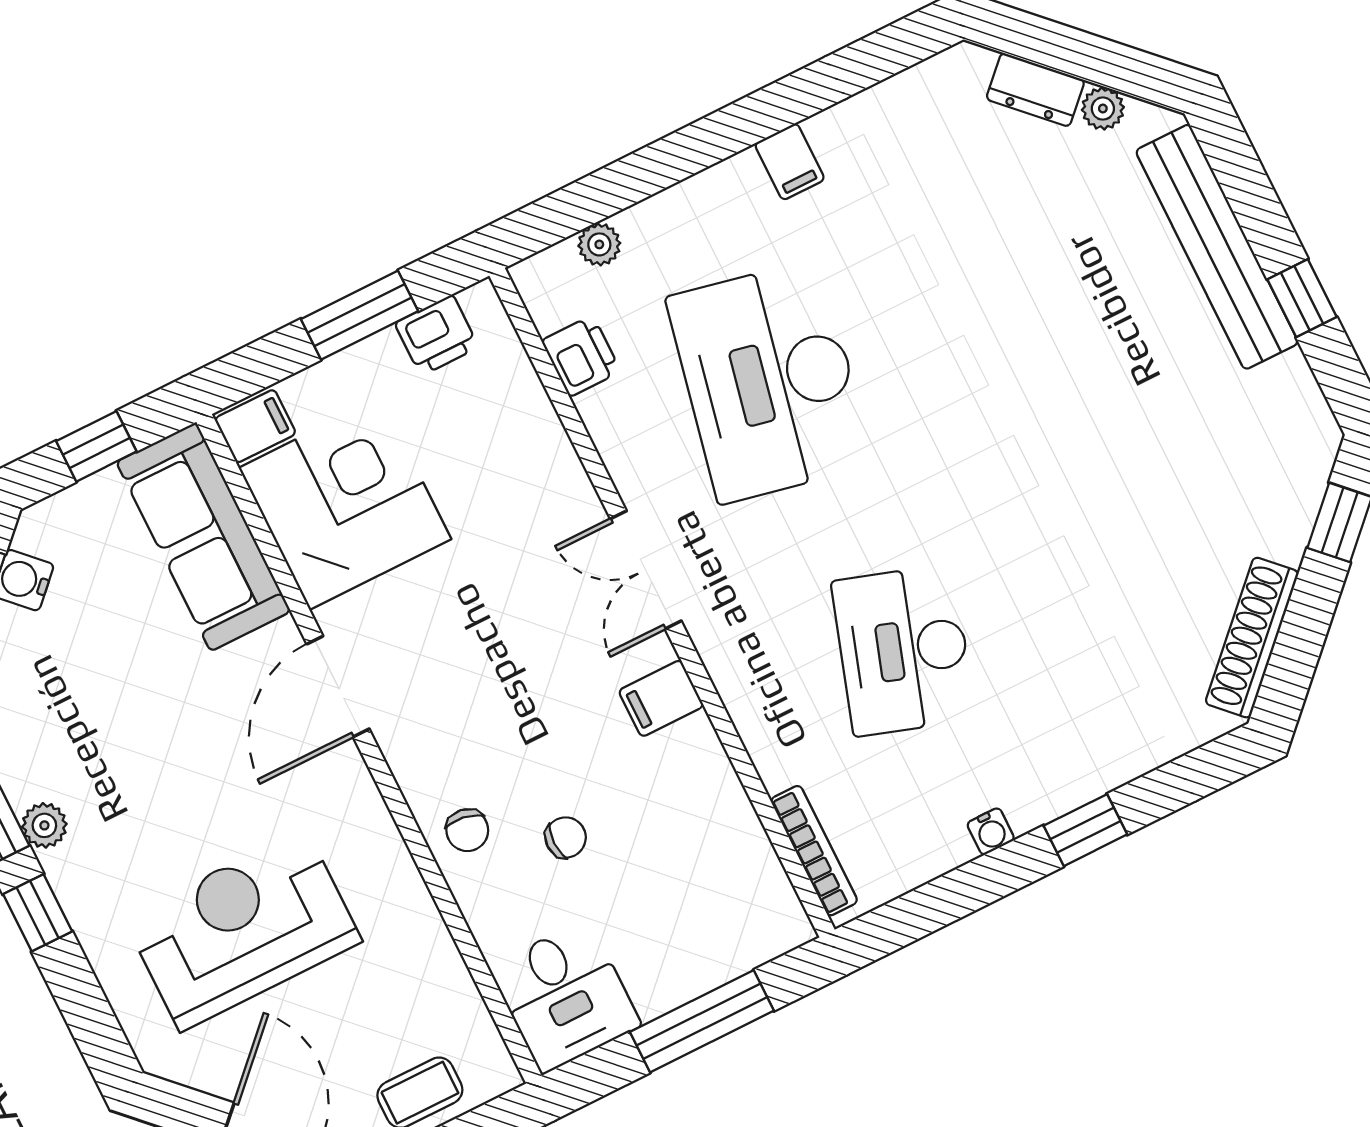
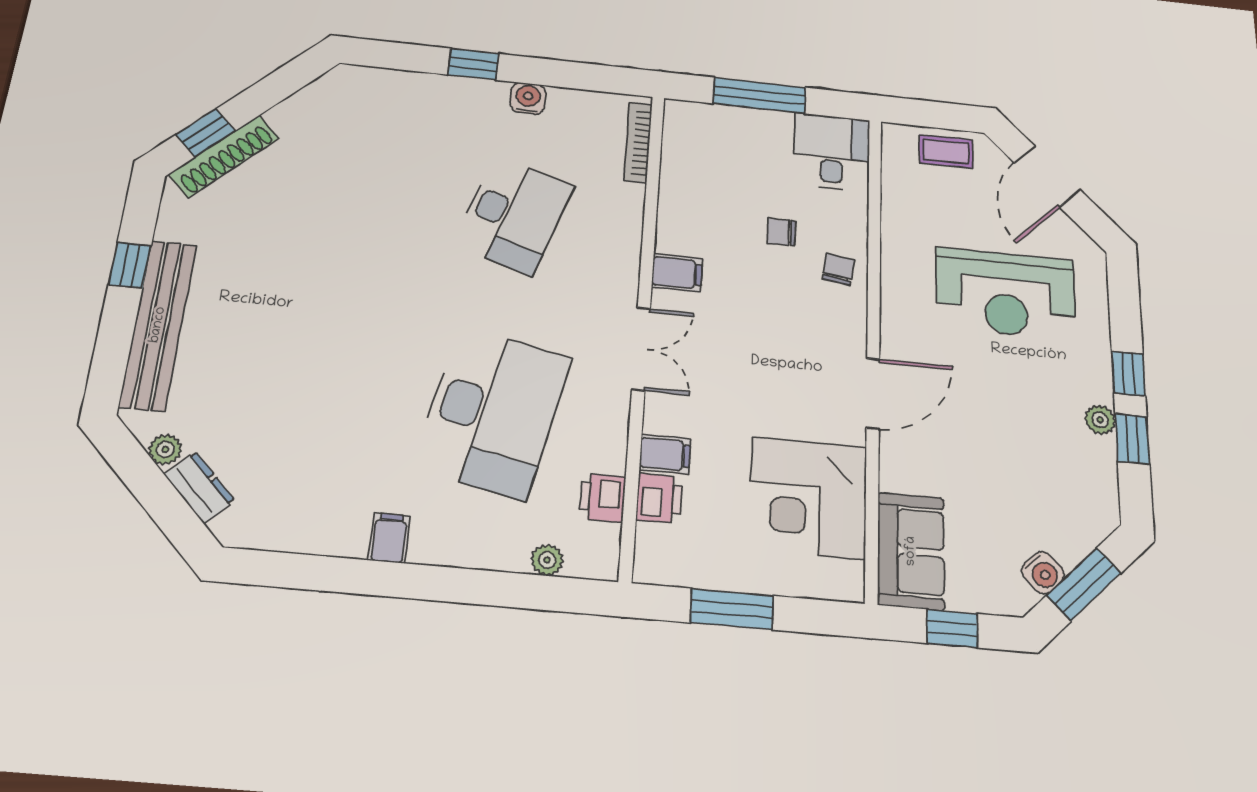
printer: (437, 335) -> (659, 498), moved, turned 90
filing cabinet: (255, 426) -> (665, 454), moved, turned 180
sofa: (203, 537) -> (911, 551), width x0.73
shoe rack: (1252, 638) -> (224, 156), moved
water cooler: (991, 831) -> (528, 98), width x1.38, depth x1.38

